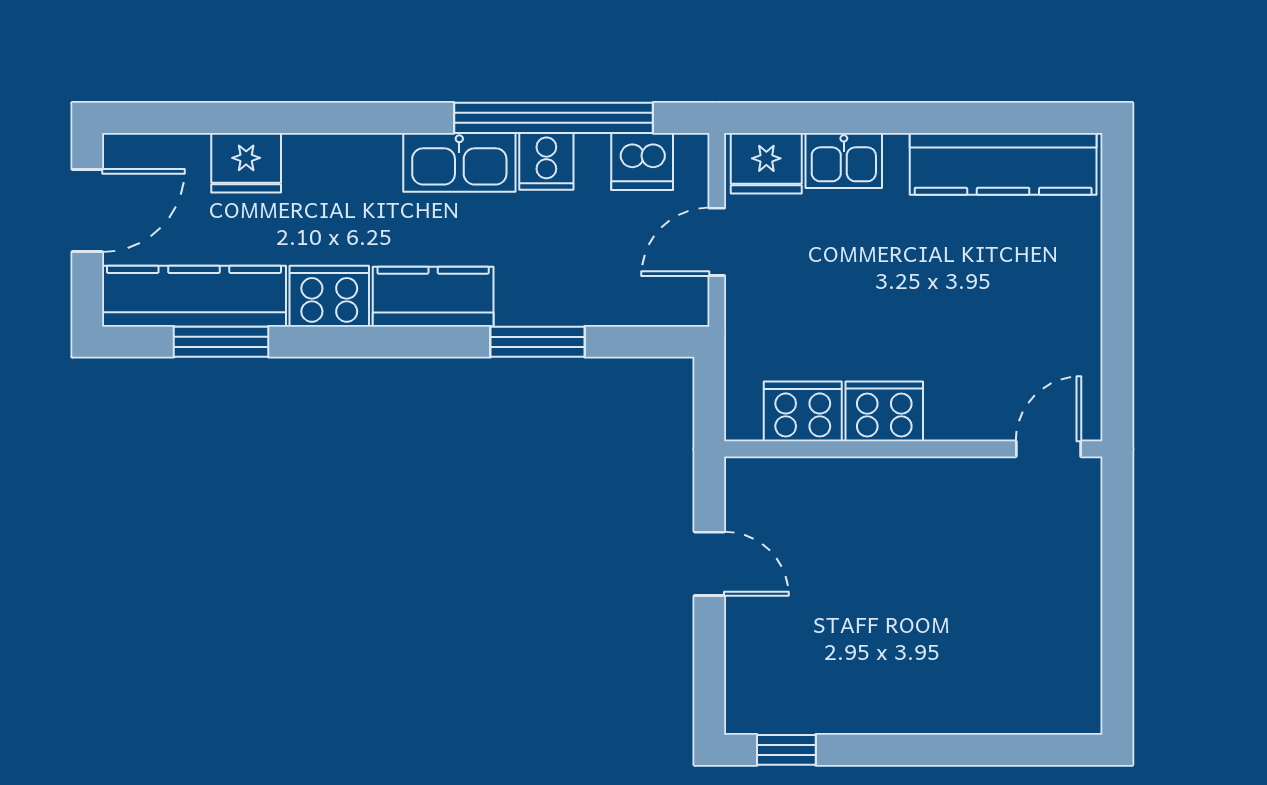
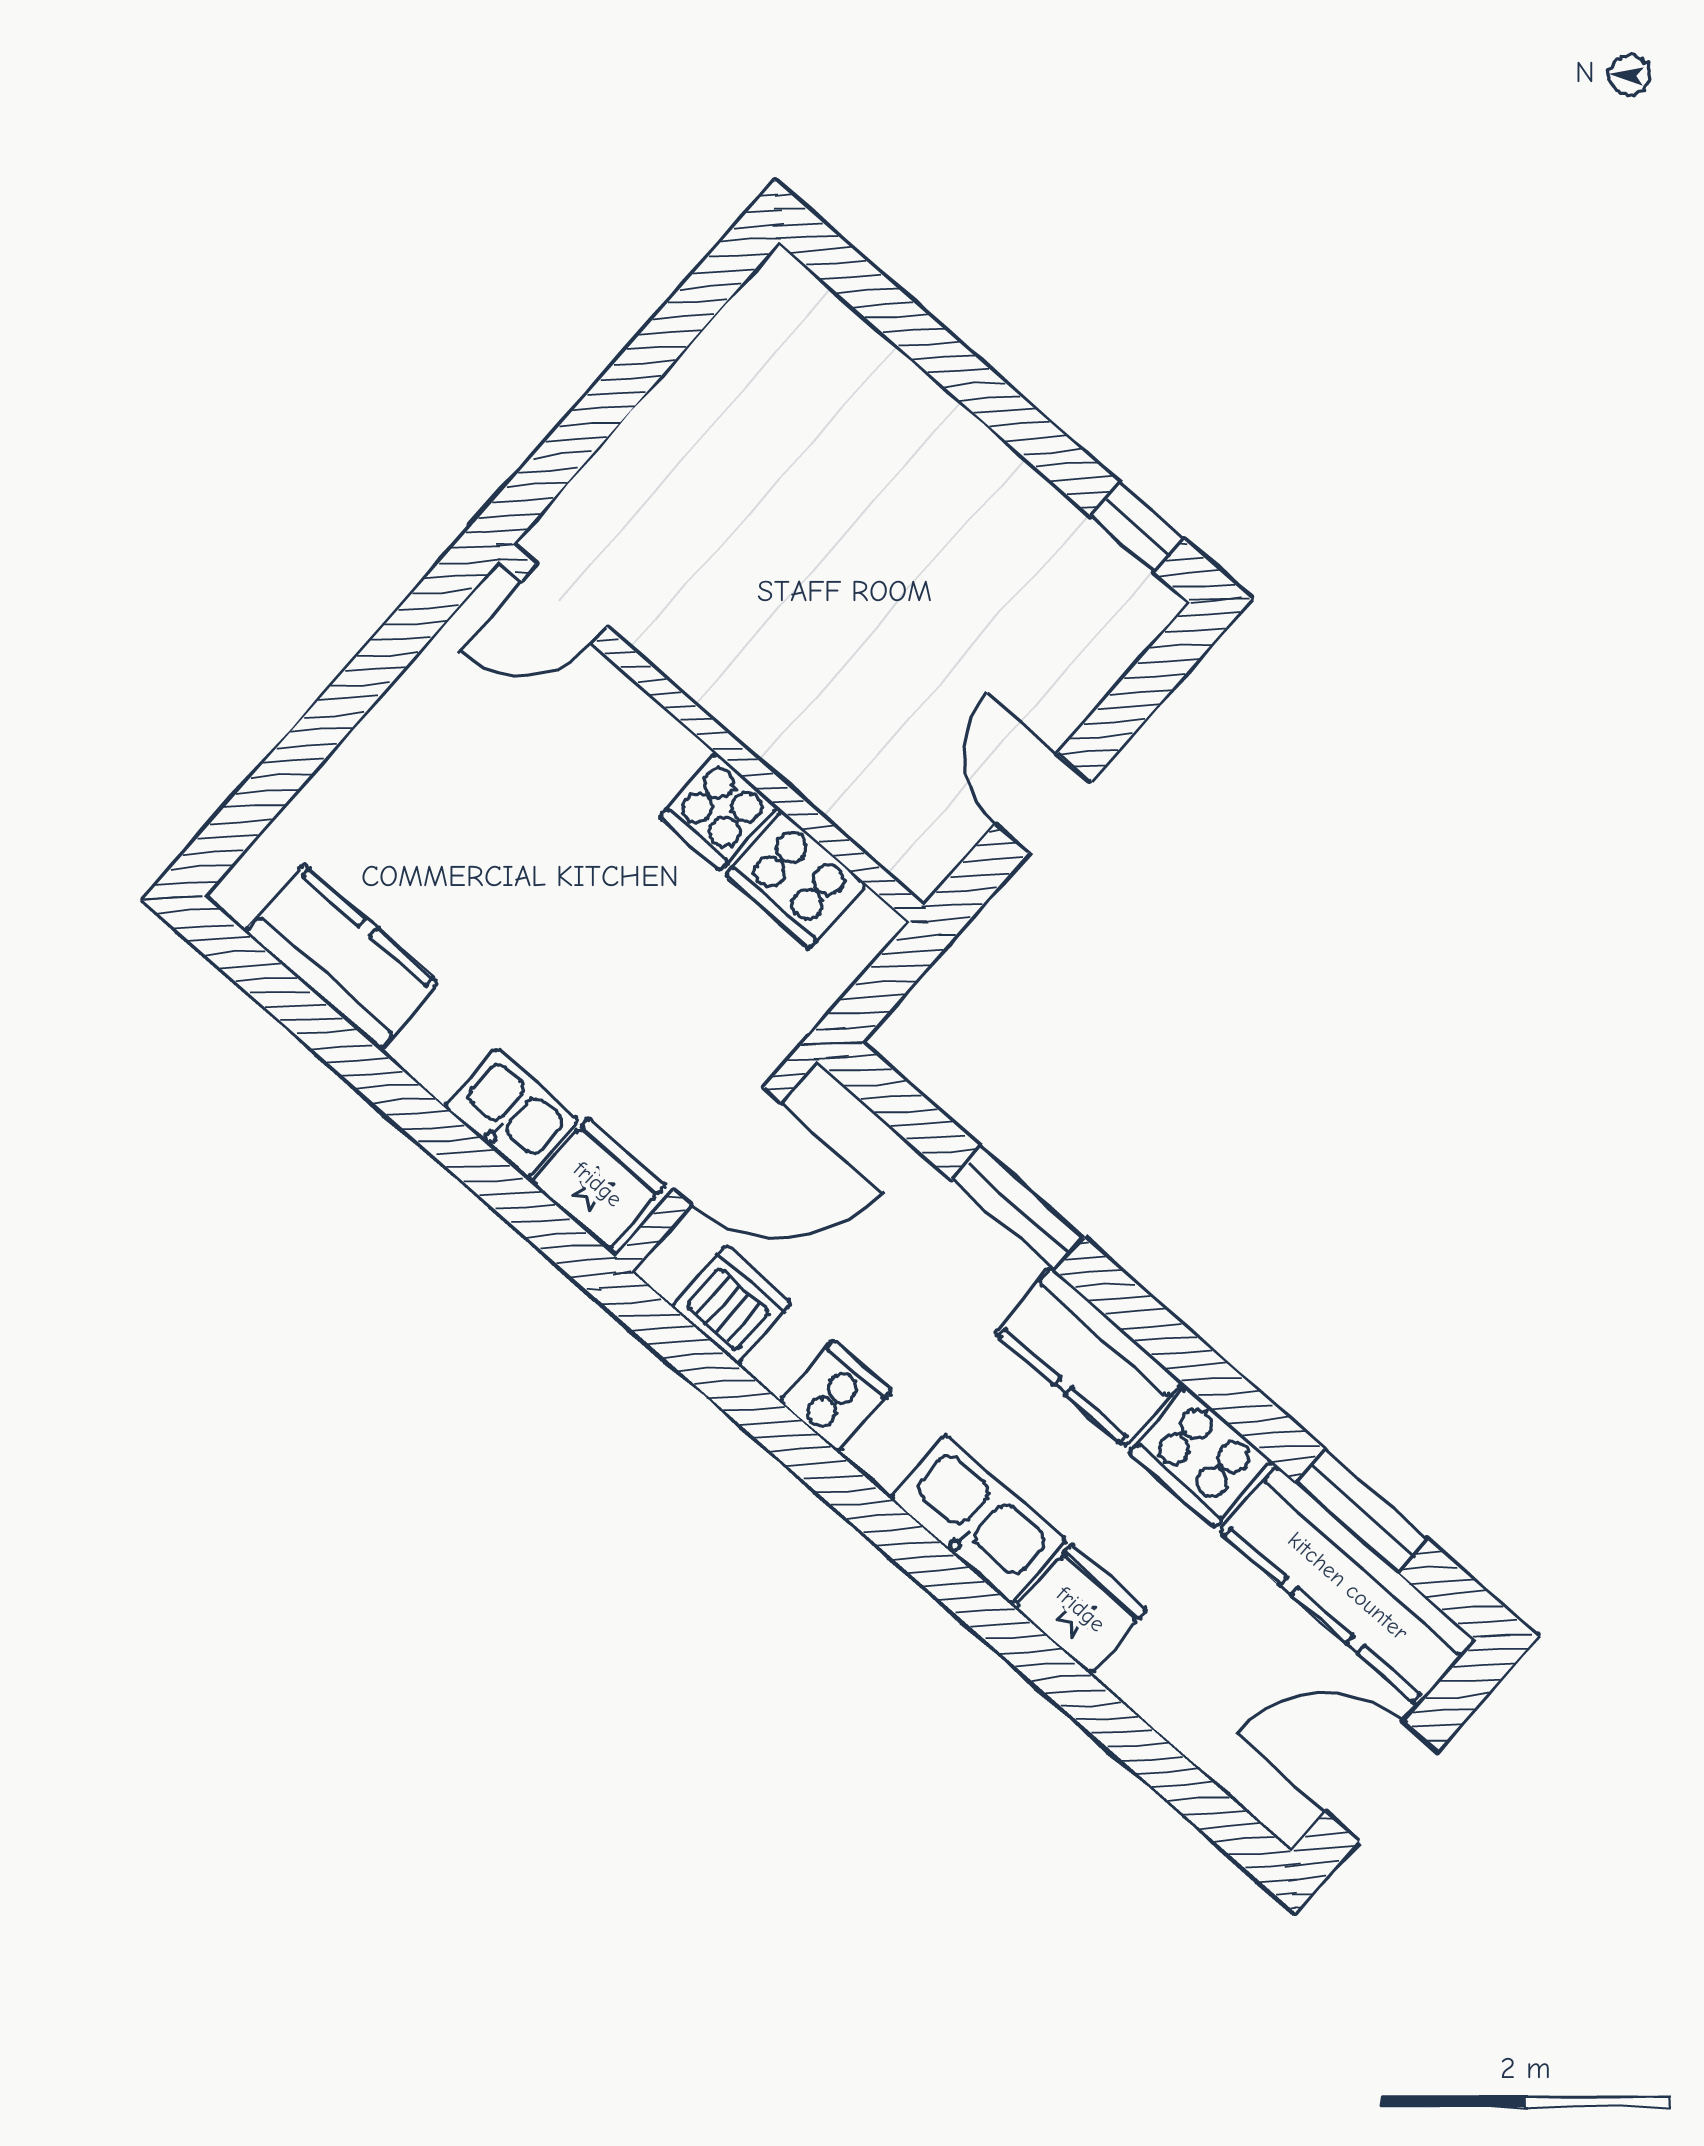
window: (554, 118) -> (786, 1437), removed
kitchen sink: (459, 162) -> (978, 1519), moved
fridge: (246, 163) -> (1081, 1609), moved
kitchen counter: (1003, 164) -> (342, 957), width x0.67
door: (717, 242) -> (727, 1146), width x1.38
cooker: (884, 411) -> (718, 812), width x0.73

